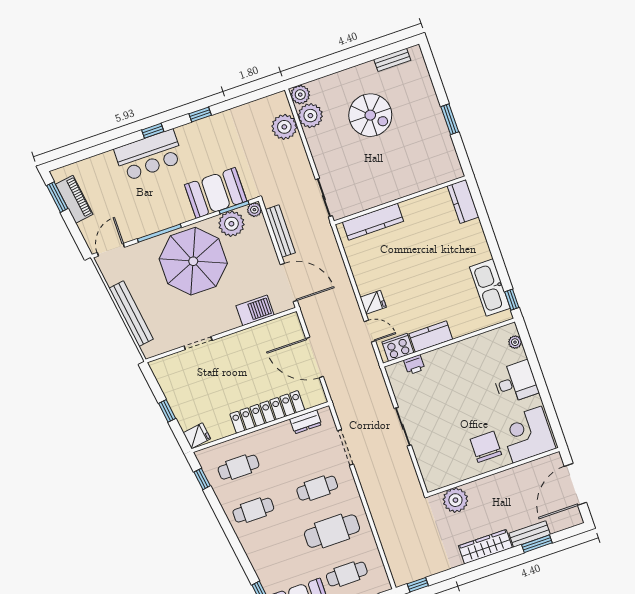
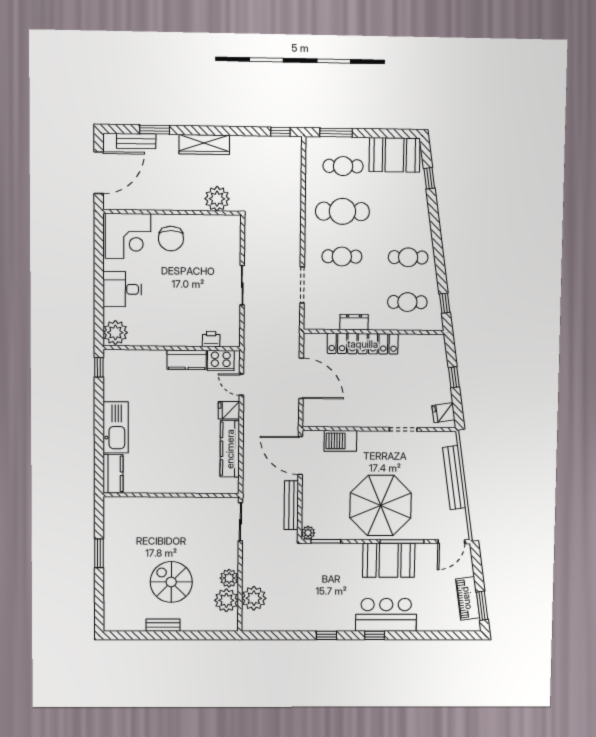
bench: (392, 60) -> (163, 625), moved
plant: (300, 95) -> (229, 578), moved
booth: (216, 193) -> (389, 560), moved
kitchen counter: (373, 222) -> (230, 449), moved, turned -90
plant: (231, 224) -> (334, 527), removed
kitchen sink: (490, 288) -> (116, 427), moved
plant: (515, 342) -> (115, 333), width x1.88, depth x1.88
dresser: (306, 422) -> (354, 322), moved
fridge: (197, 436) -> (443, 413), moved
bench: (530, 534) -> (136, 141), moved

